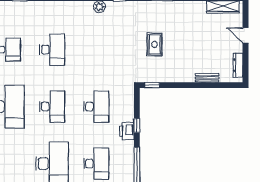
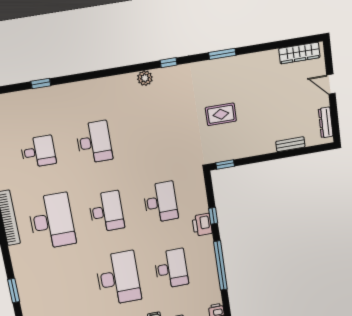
rug: (154, 45) -> (221, 114), turned 90

